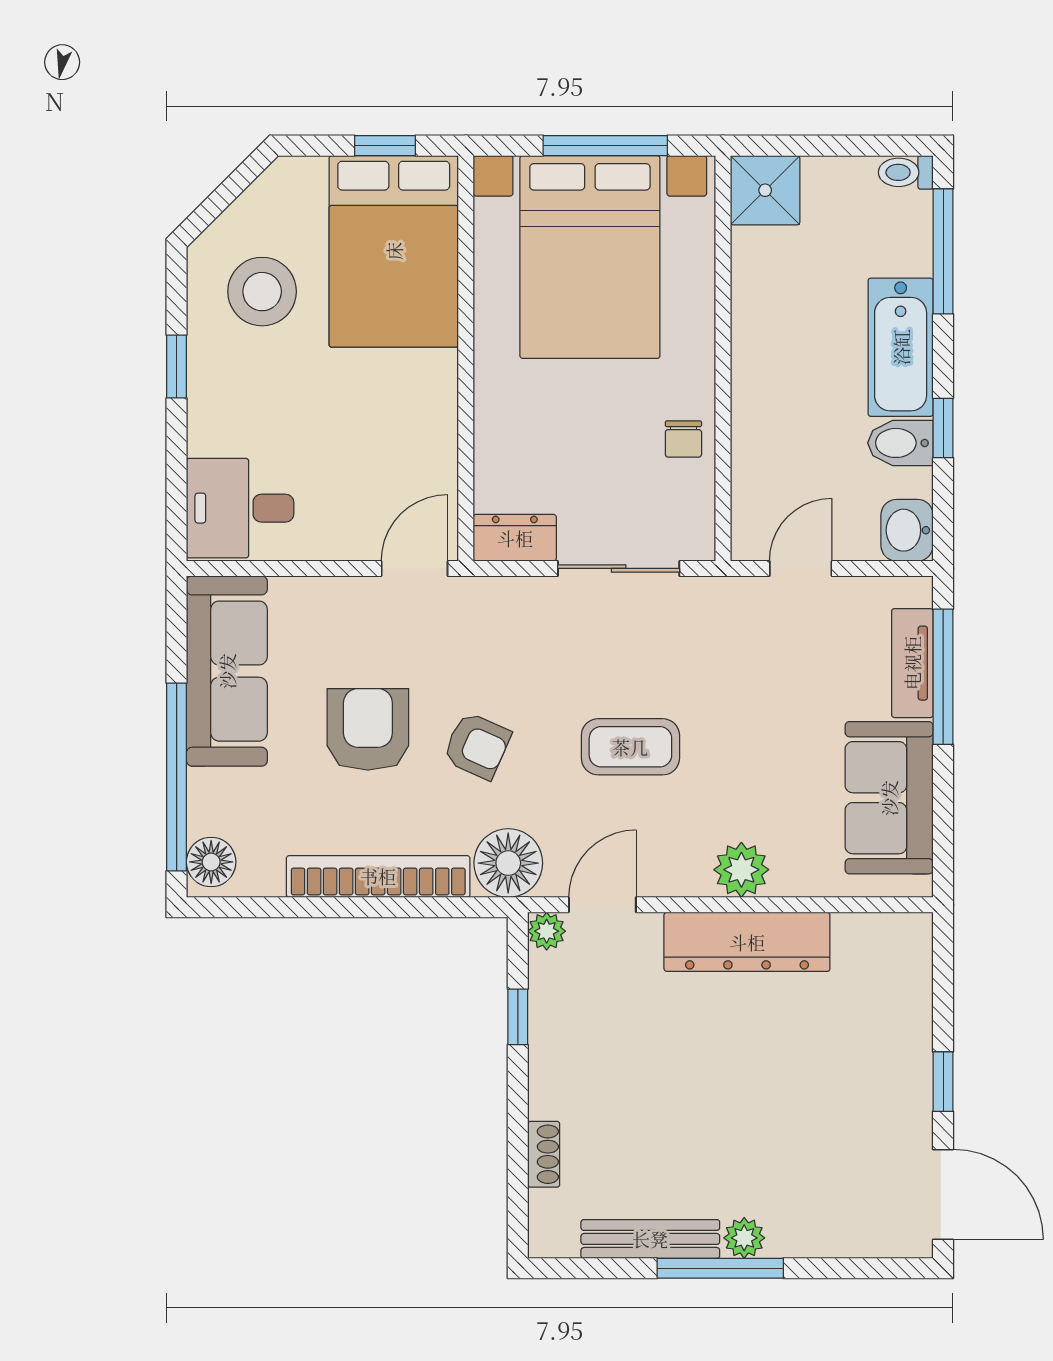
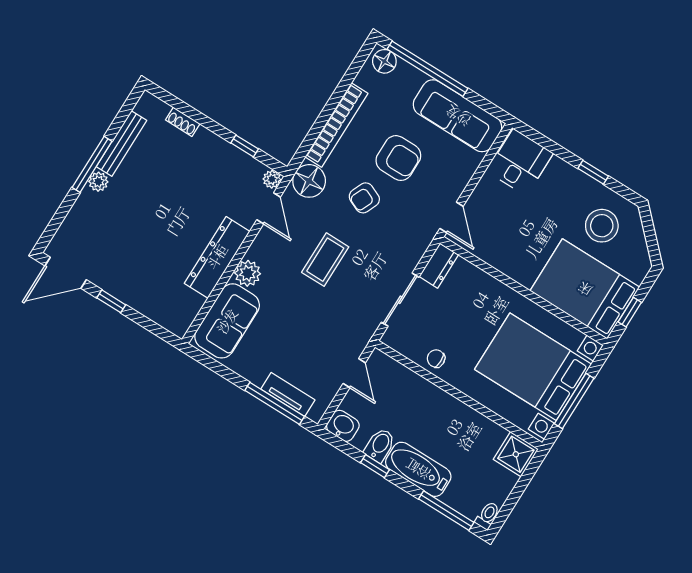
sofa: (889, 798) -> (227, 321), moved, turned 90

